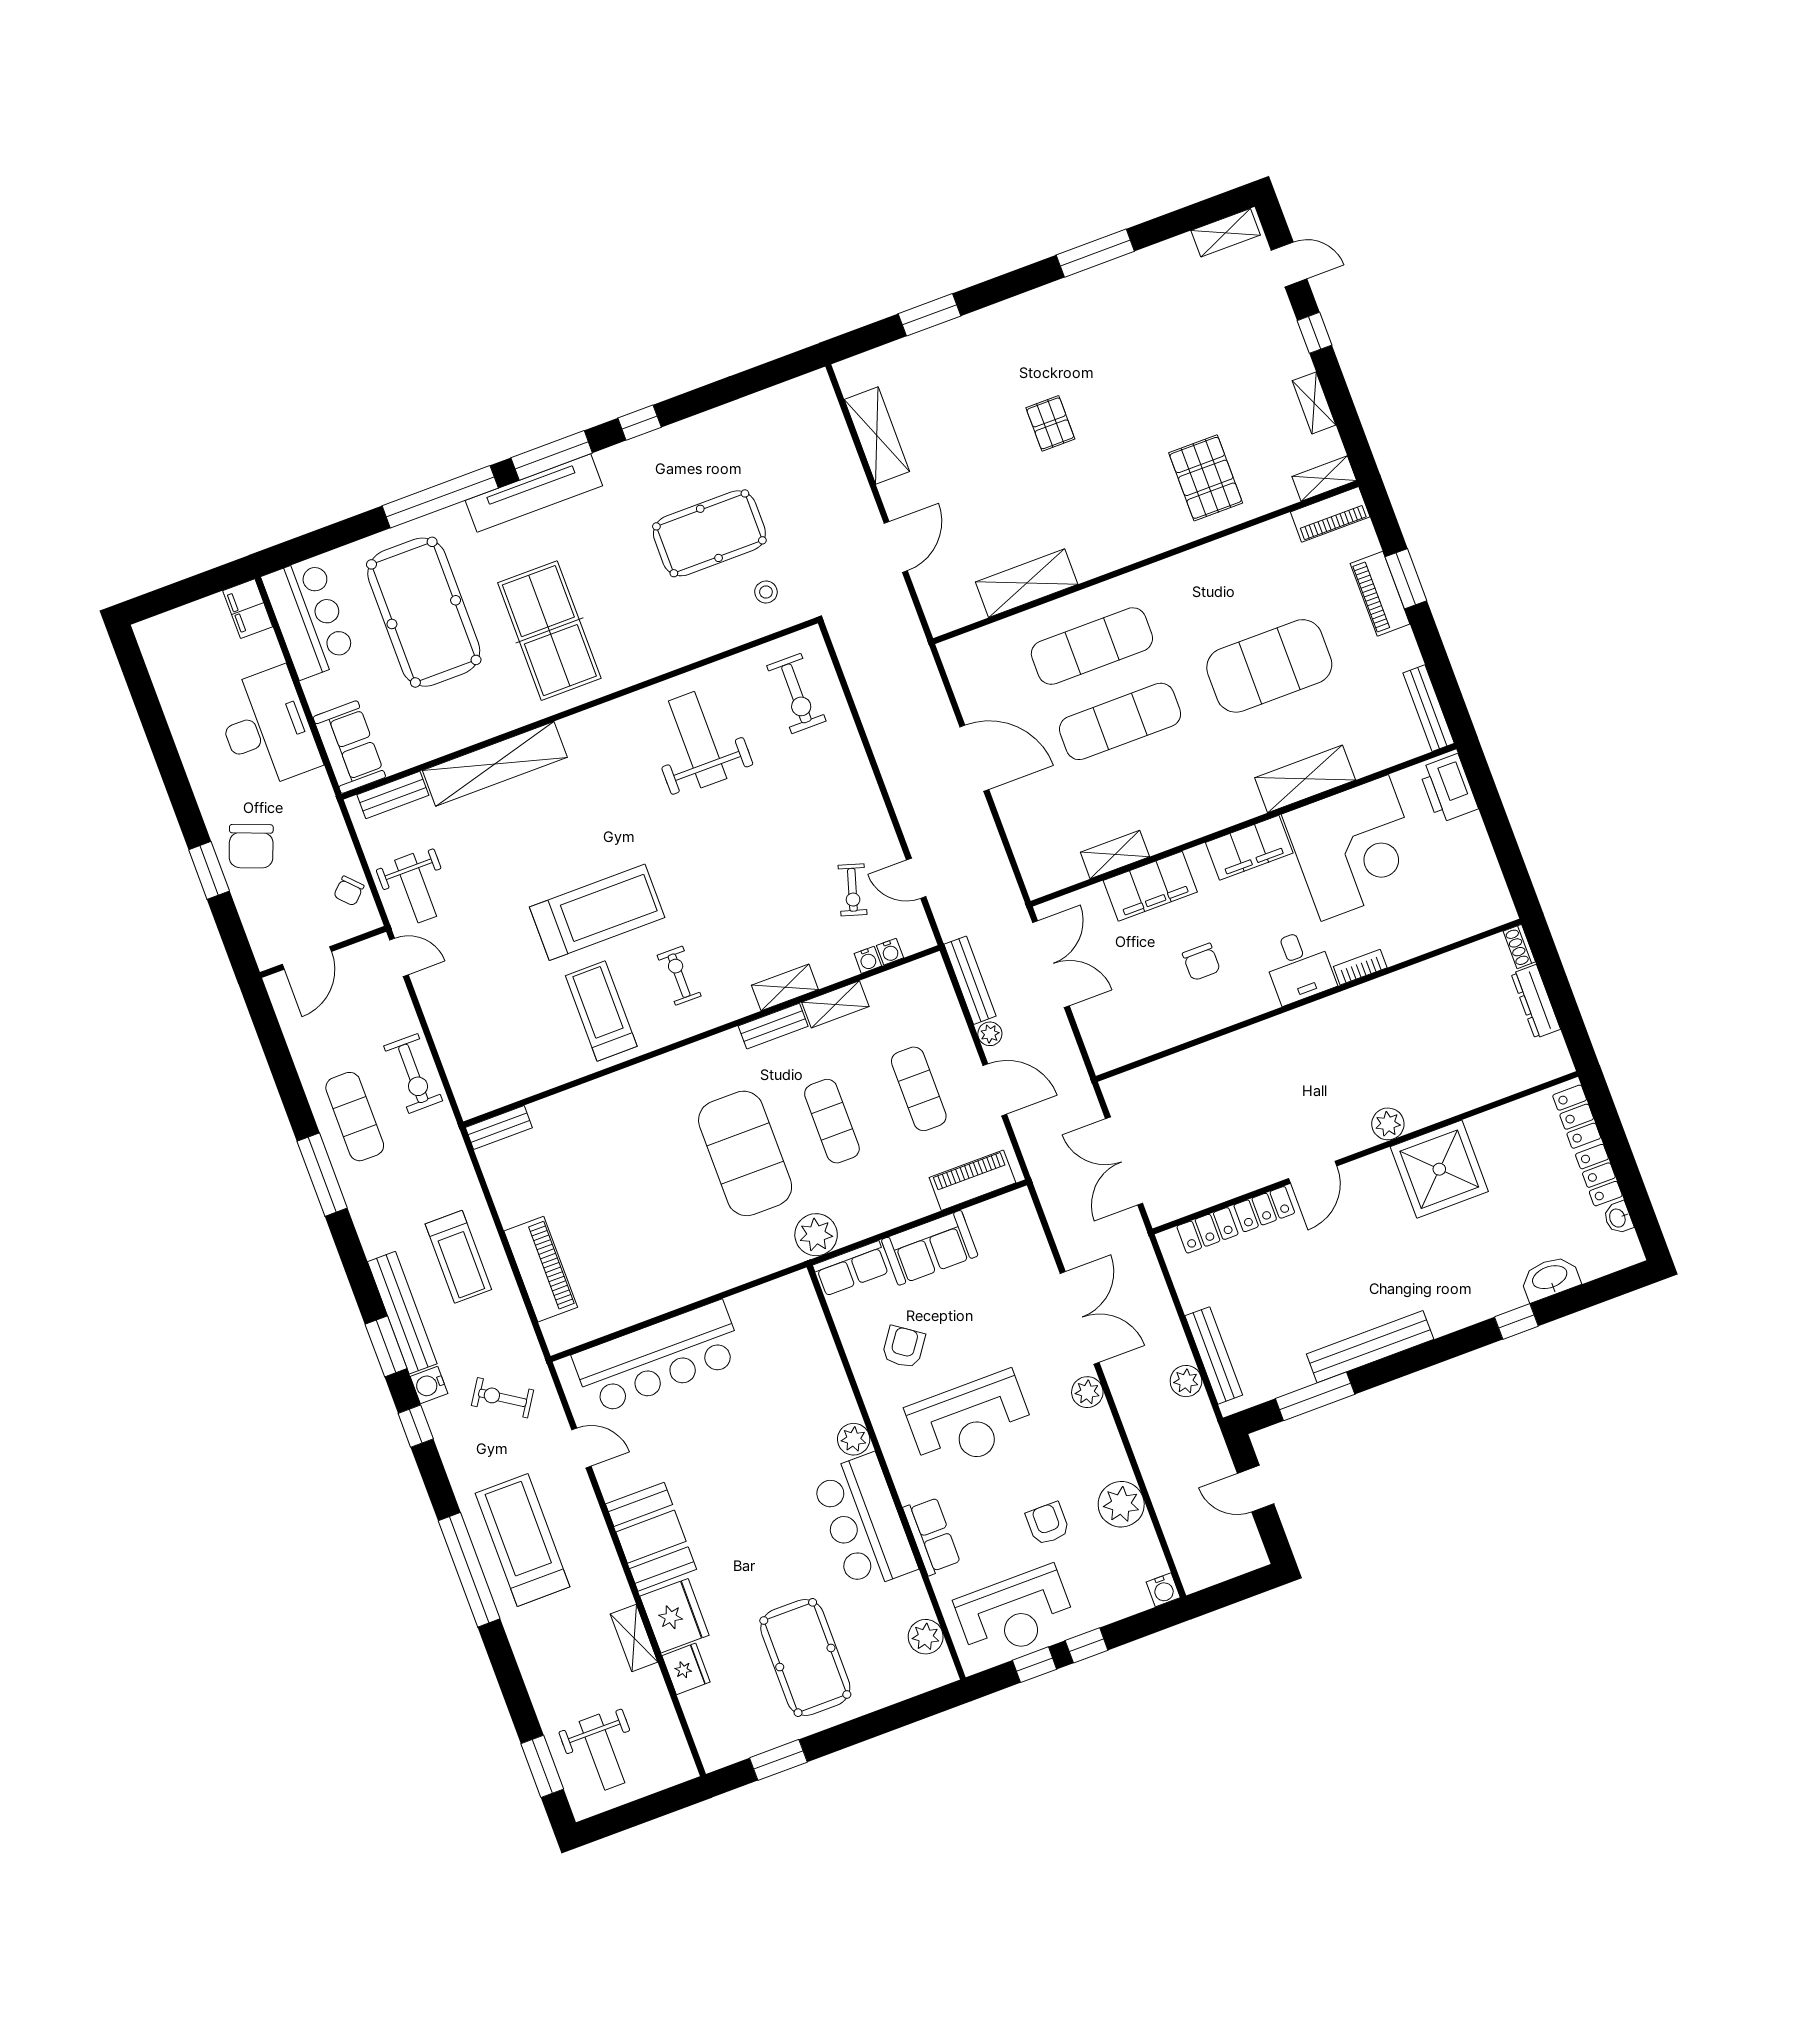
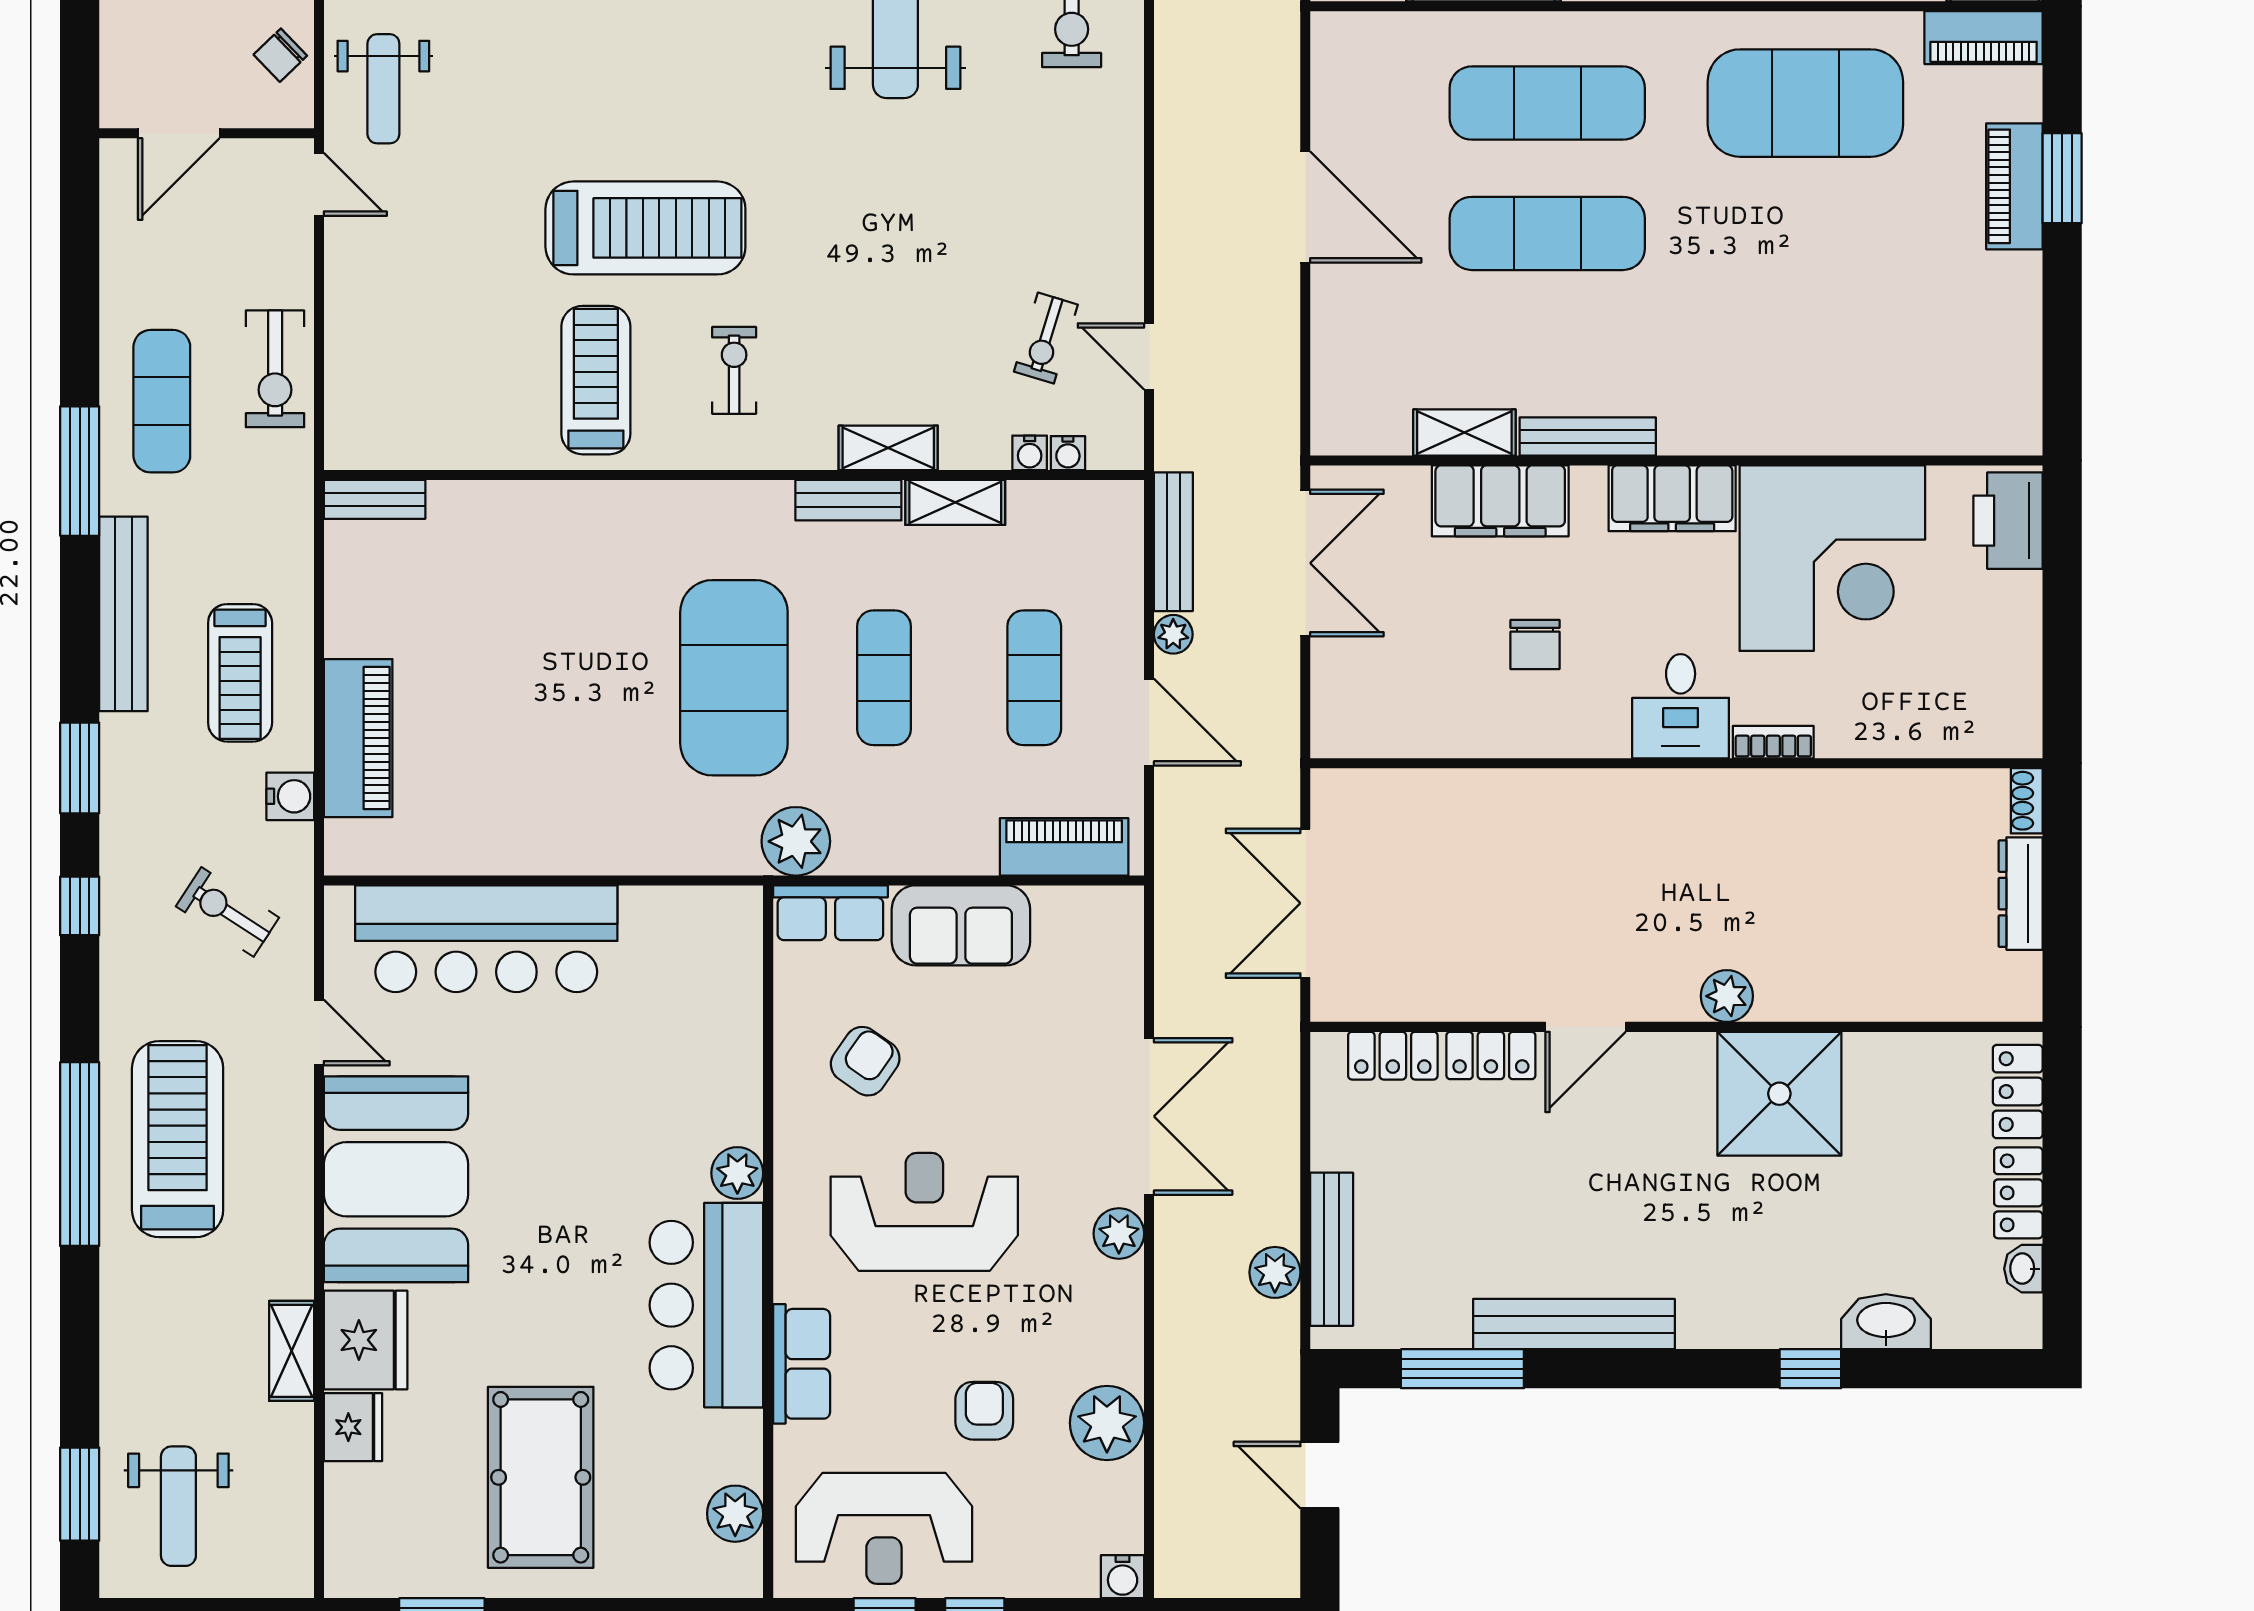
exercise mat: (1269, 666) -> (1805, 103), moved
bench: (1429, 708) -> (1588, 436), moved, turned 90
shelving: (1305, 779) -> (1796, 425), removed
bench: (402, 1313) -> (123, 614), moved
water cooler: (429, 1385) -> (290, 796), moved, turned 180
reception desk: (970, 1421) -> (924, 1212), turned 180
booth: (651, 1537) -> (396, 1179), width x1.36, depth x1.42

